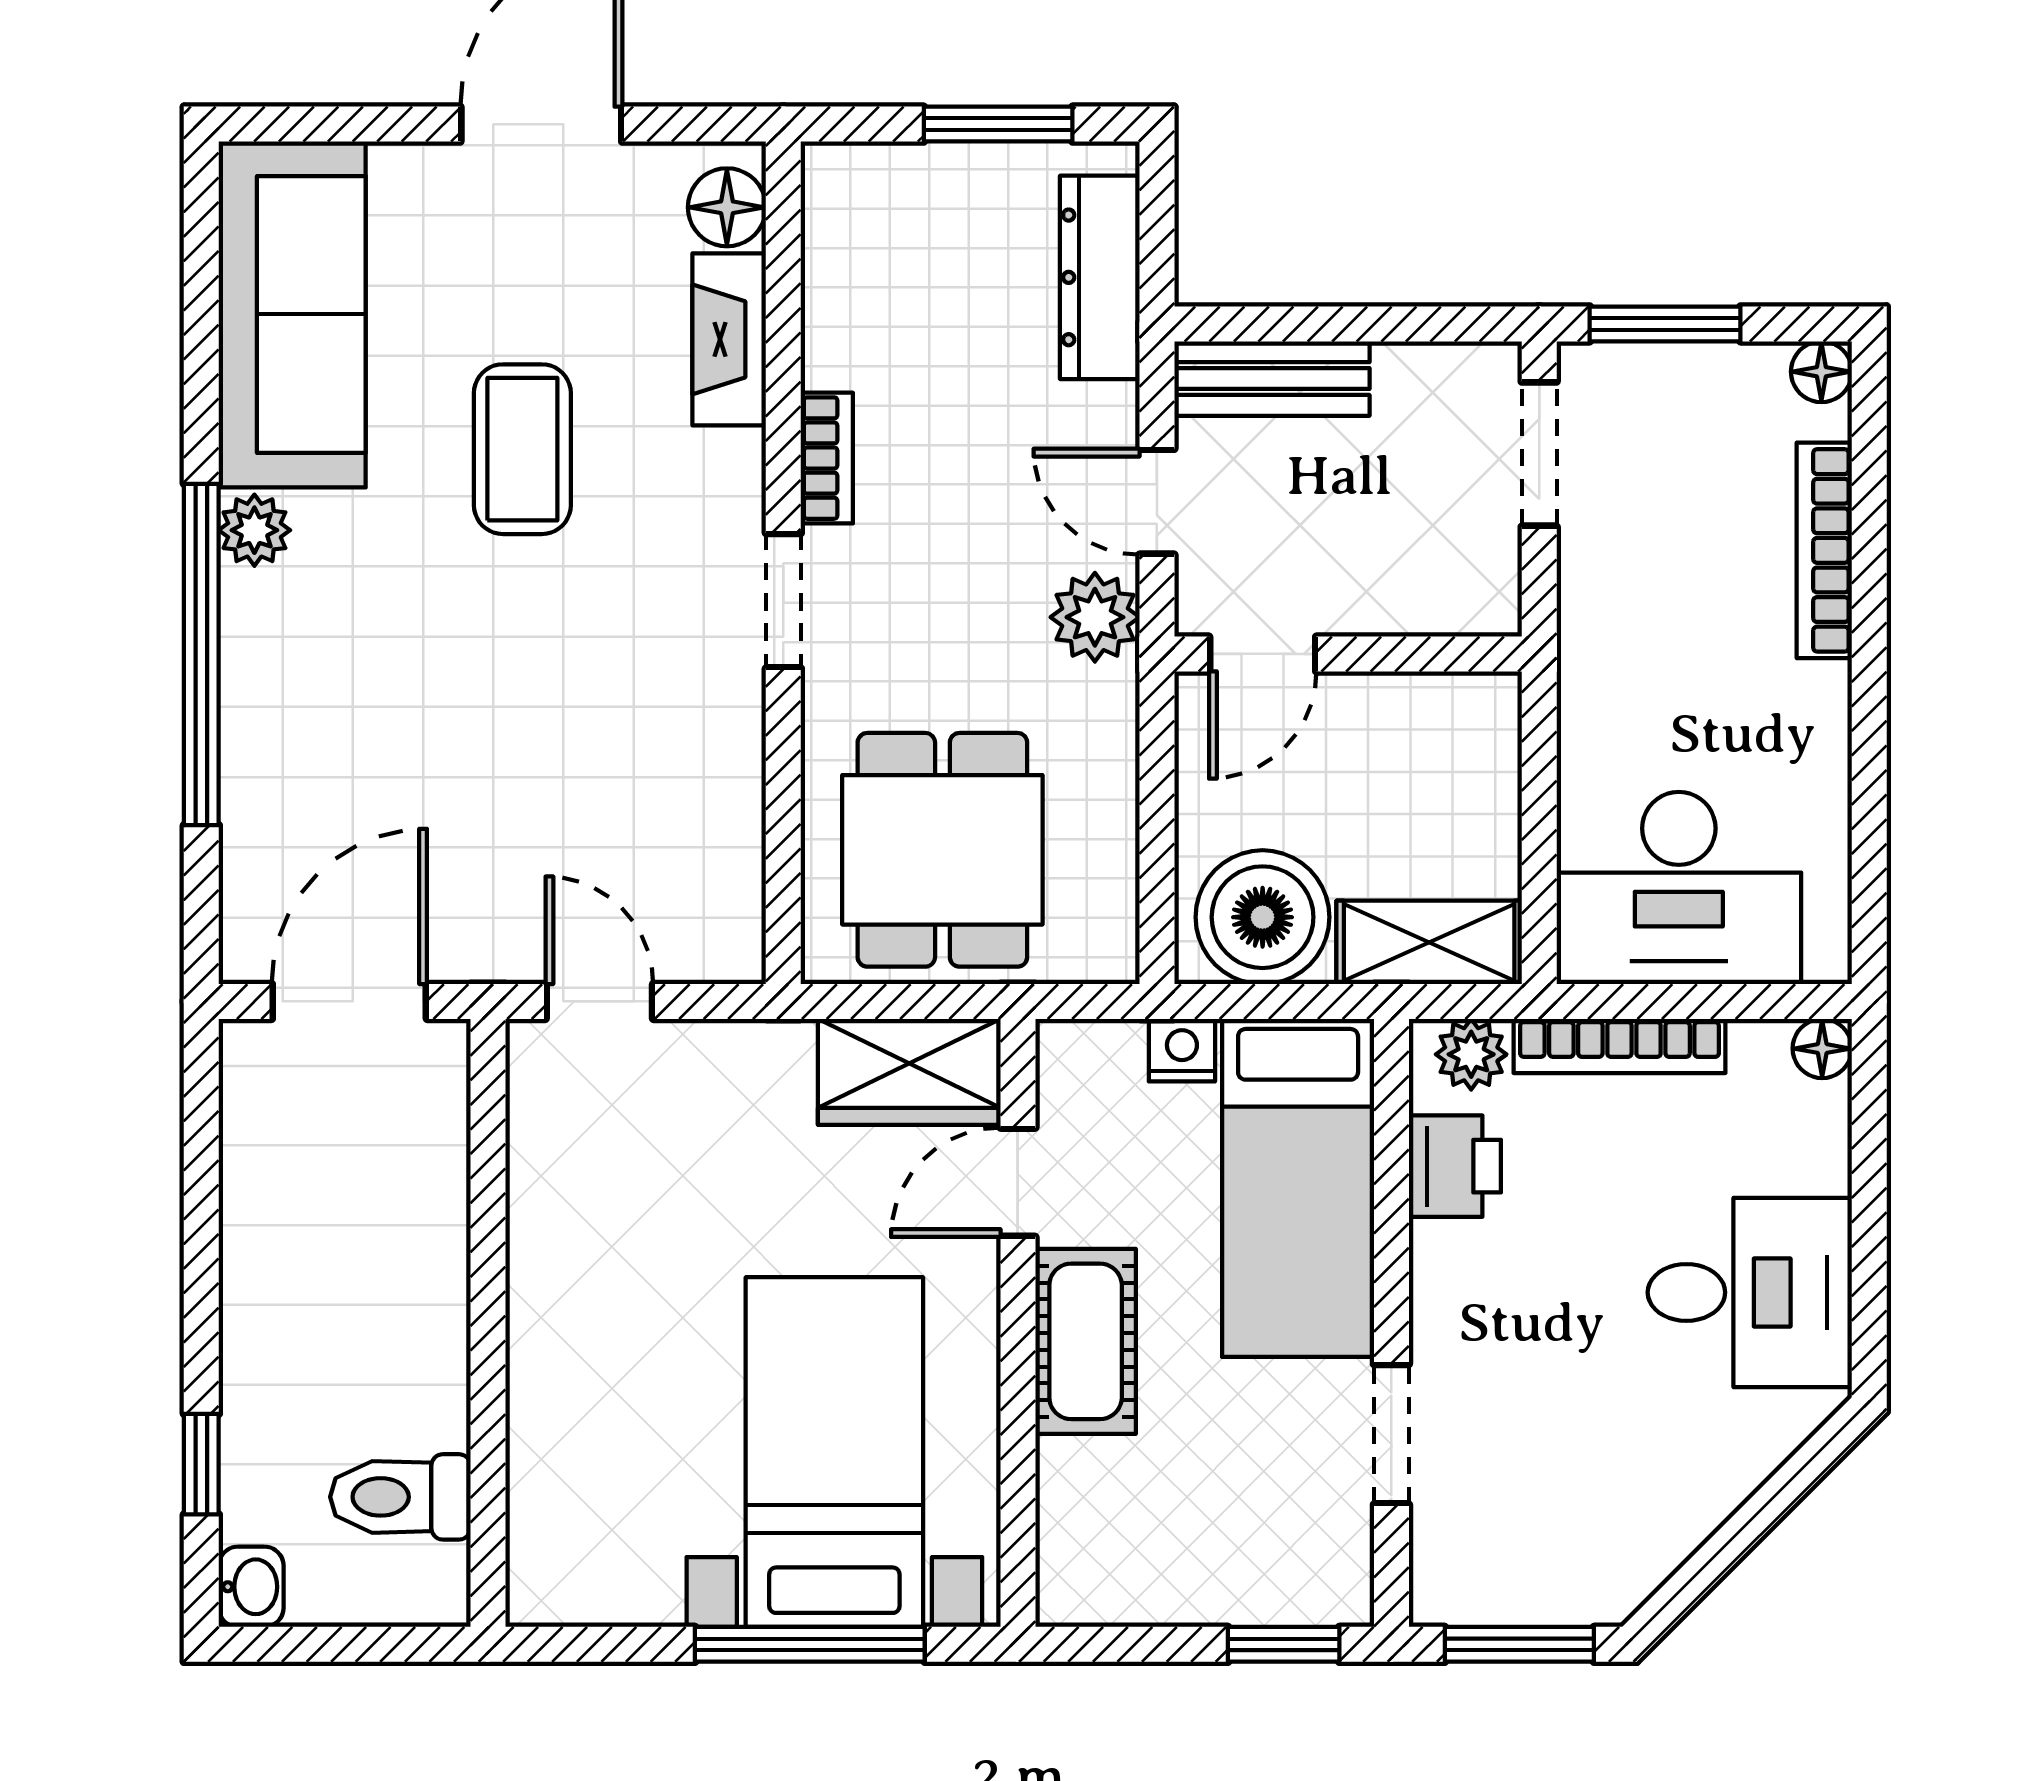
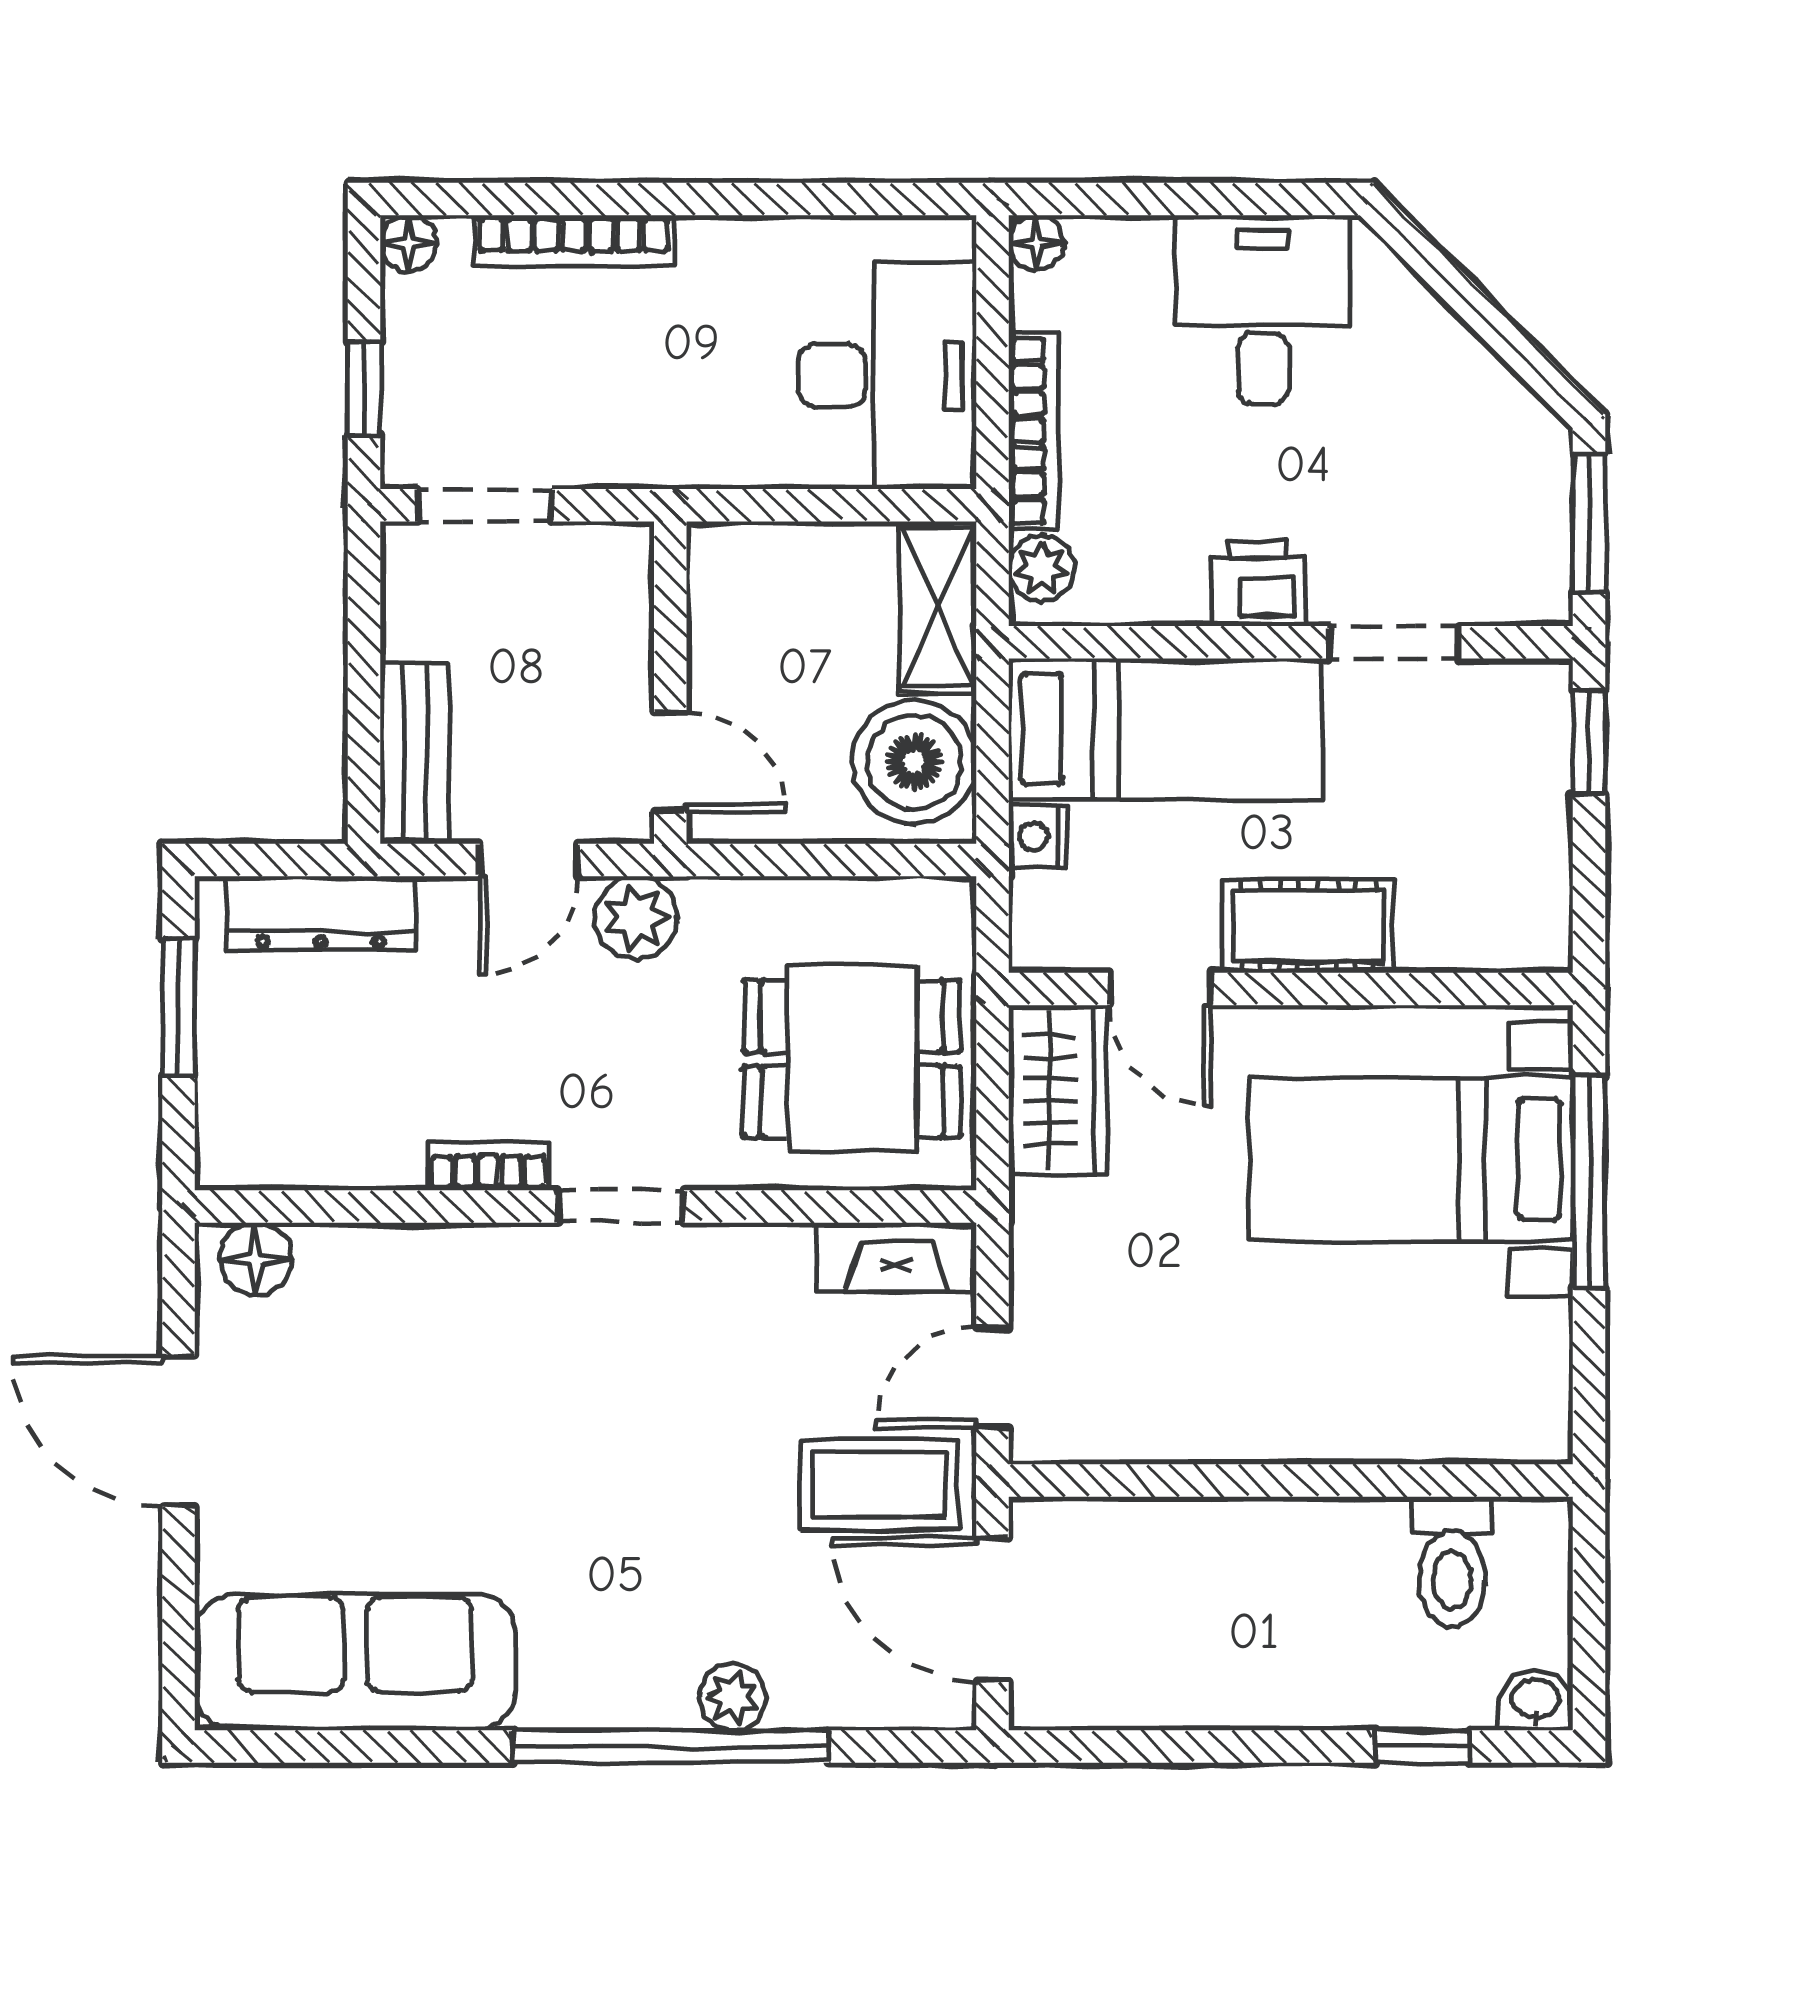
window: (1665, 324) -> (364, 389), width x0.67
fireplace: (729, 339) -> (897, 1257), moved
coffee table: (522, 449) -> (879, 1485), moved
plant: (254, 530) -> (733, 1697), moved
printer: (1455, 1166) -> (1258, 583), moved

